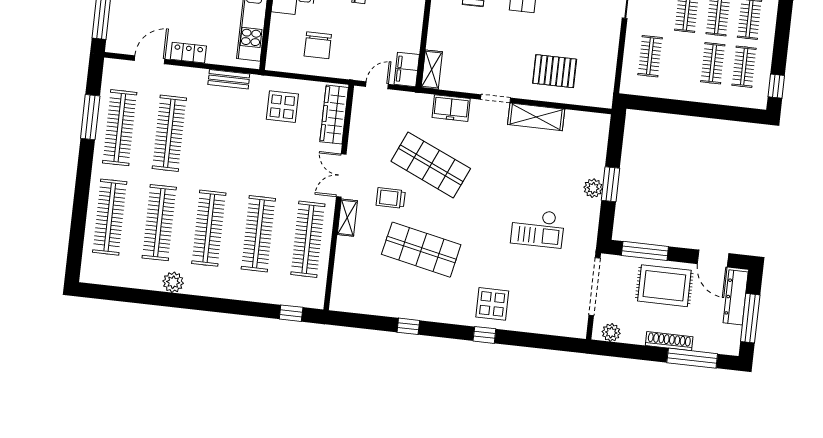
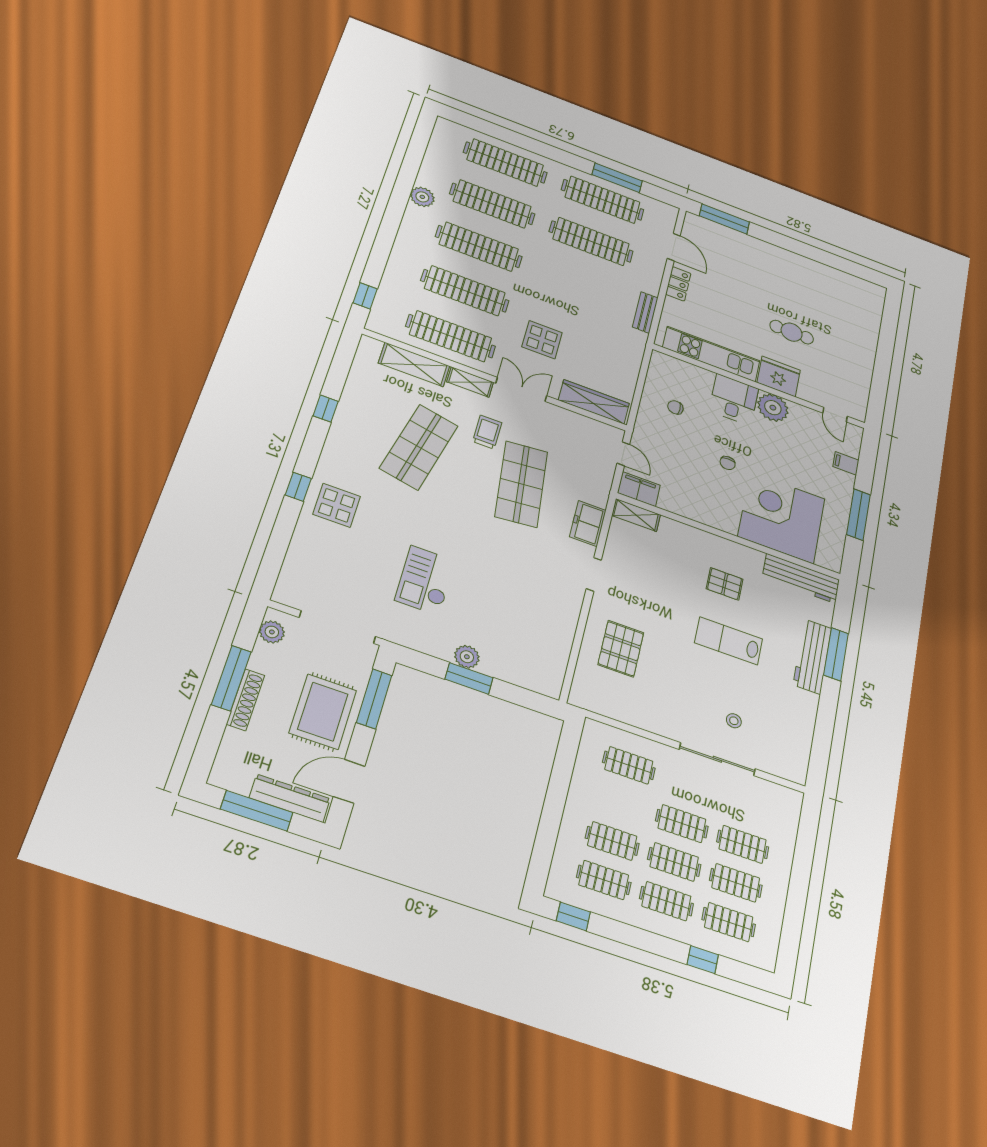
chair: (318, 45) -> (675, 407), width x0.54, depth x0.54
display table: (282, 107) -> (542, 340), moved
shelving: (536, 117) -> (414, 364), moved, turned 90
shop shelf: (431, 165) -> (521, 484), turned -30
window: (692, 358) -> (231, 678), moved

